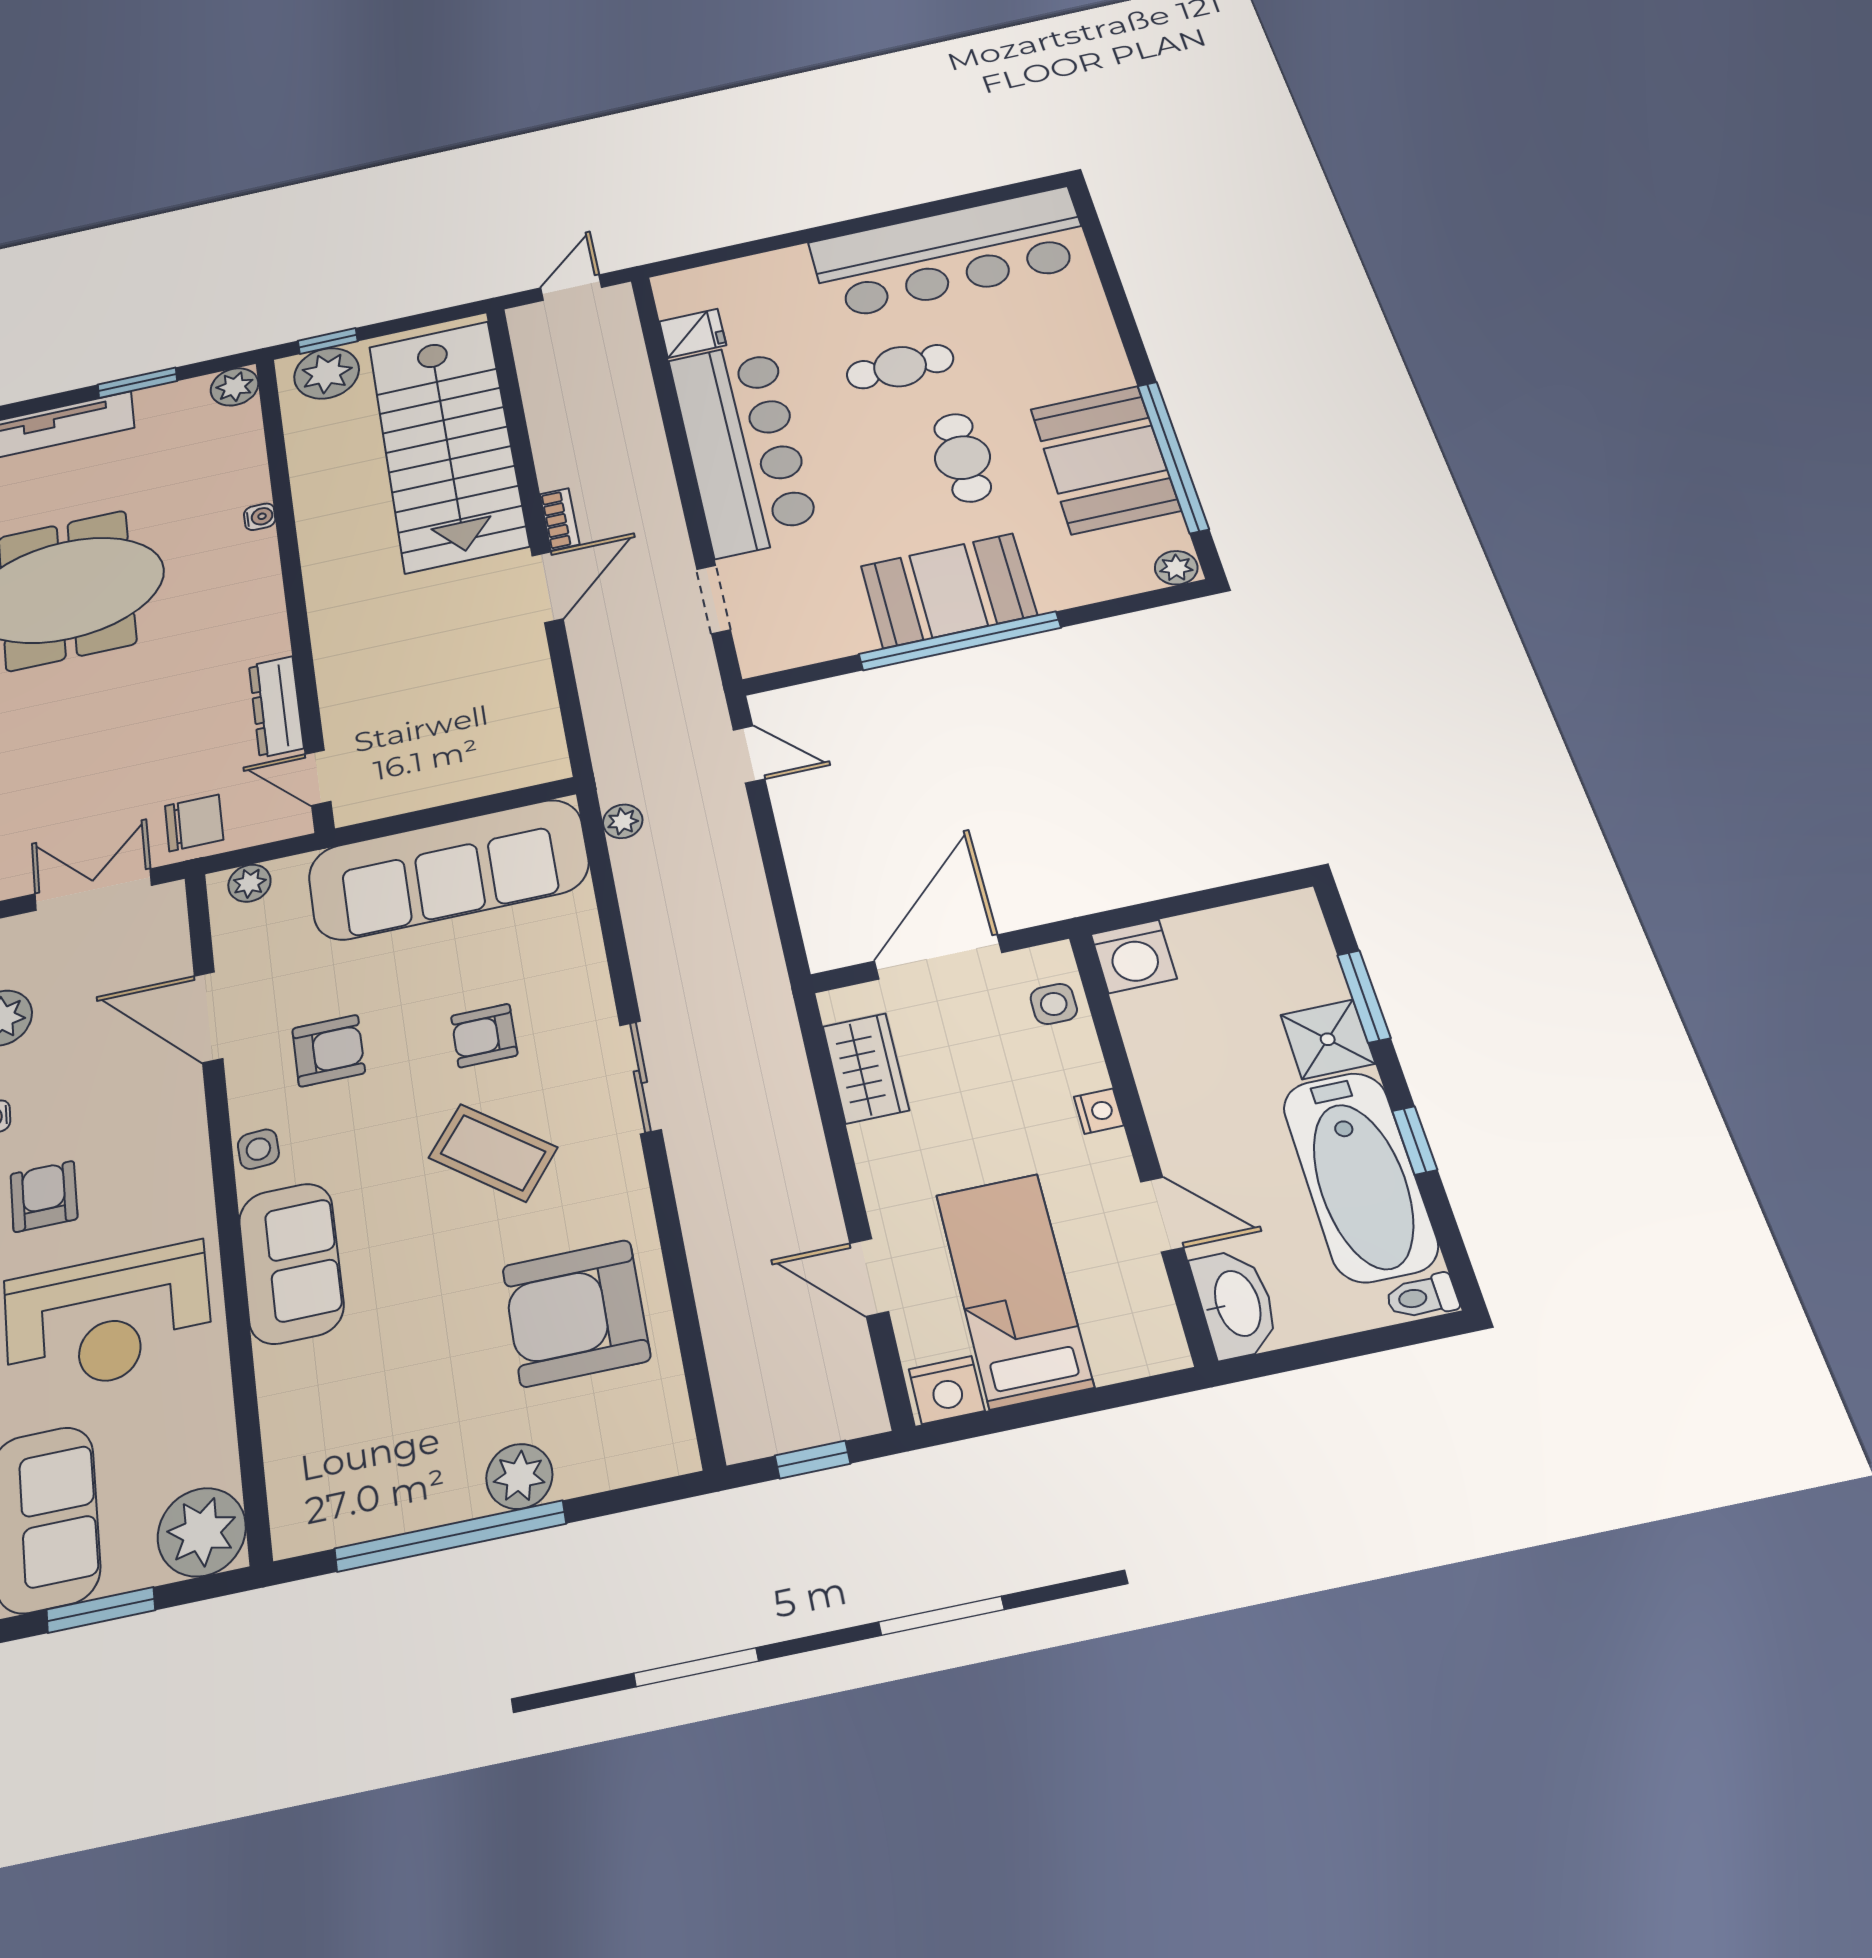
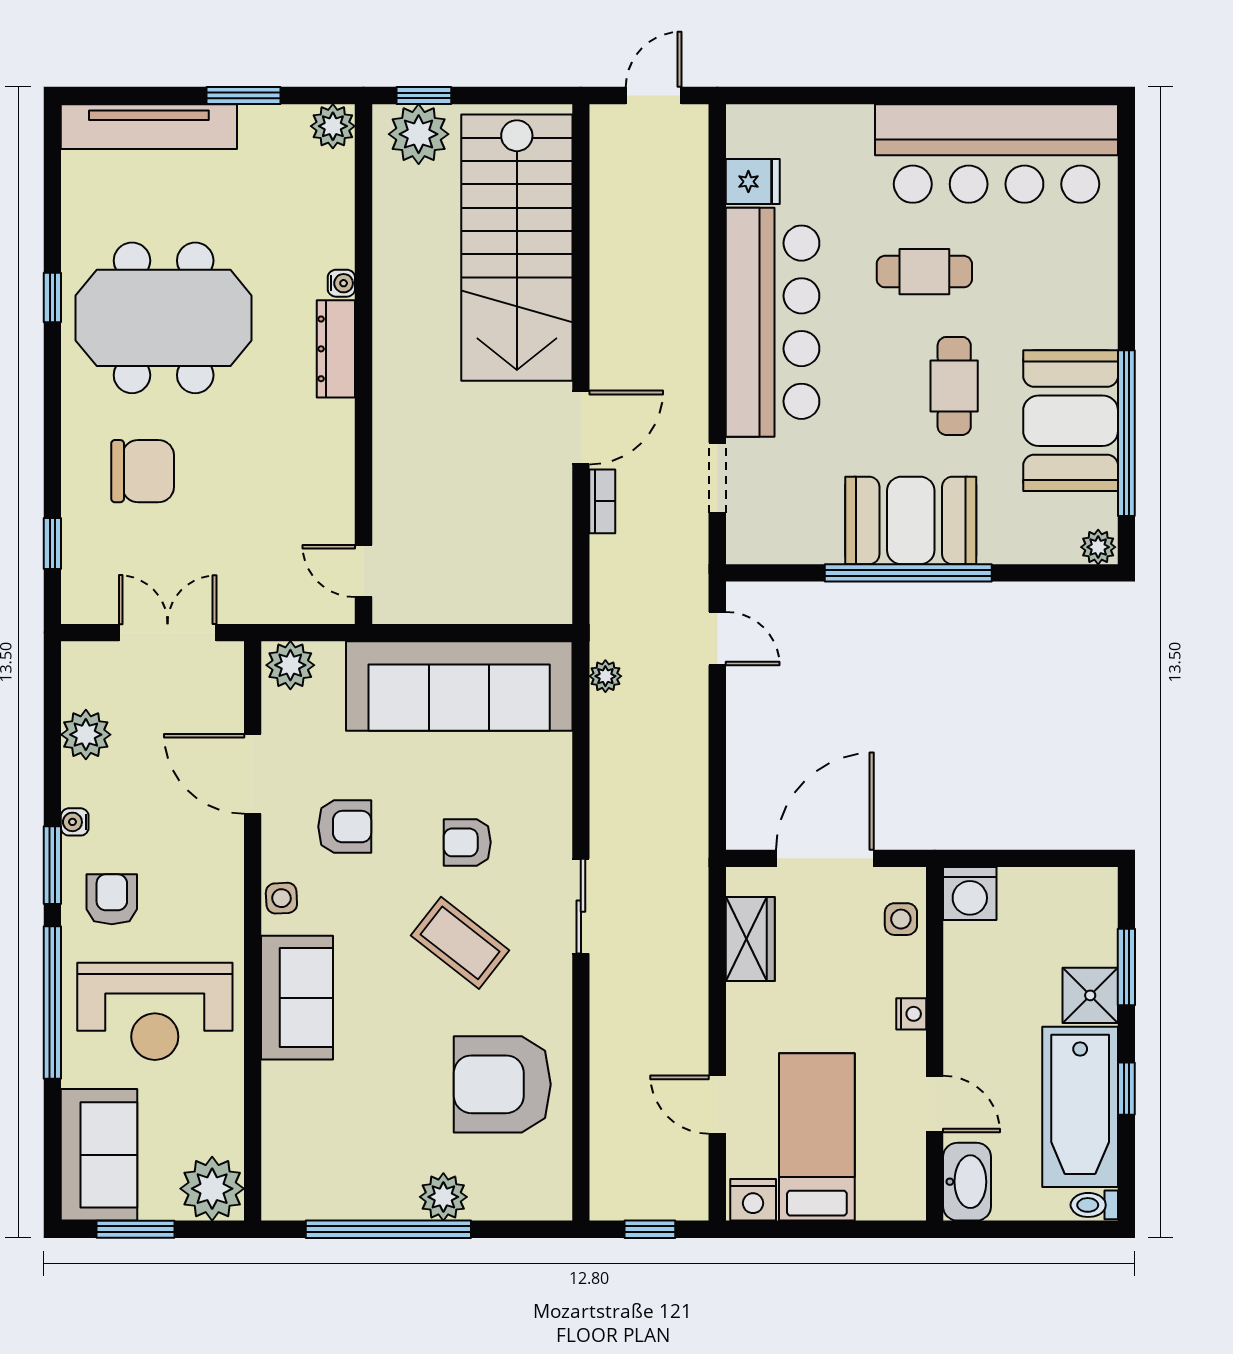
bookcase: (560, 519) -> (602, 501), moved
dresser: (276, 707) -> (336, 349), moved
chair: (194, 823) -> (143, 471), moved, width x1.37, depth x1.37
plant: (249, 883) -> (290, 665), width x1.38, depth x1.38

